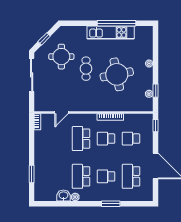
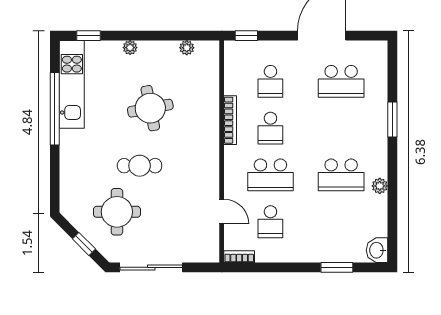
kitchen unit: (111, 32) -> (72, 84), moved
round table: (117, 74) -> (150, 108), width x0.73, depth x0.73
window: (156, 91) -> (88, 36), moved
school desk: (106, 176) -> (270, 222), moved
washbasin: (63, 196) -> (377, 250), moved

